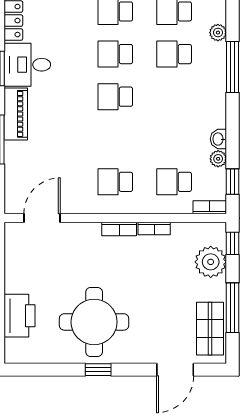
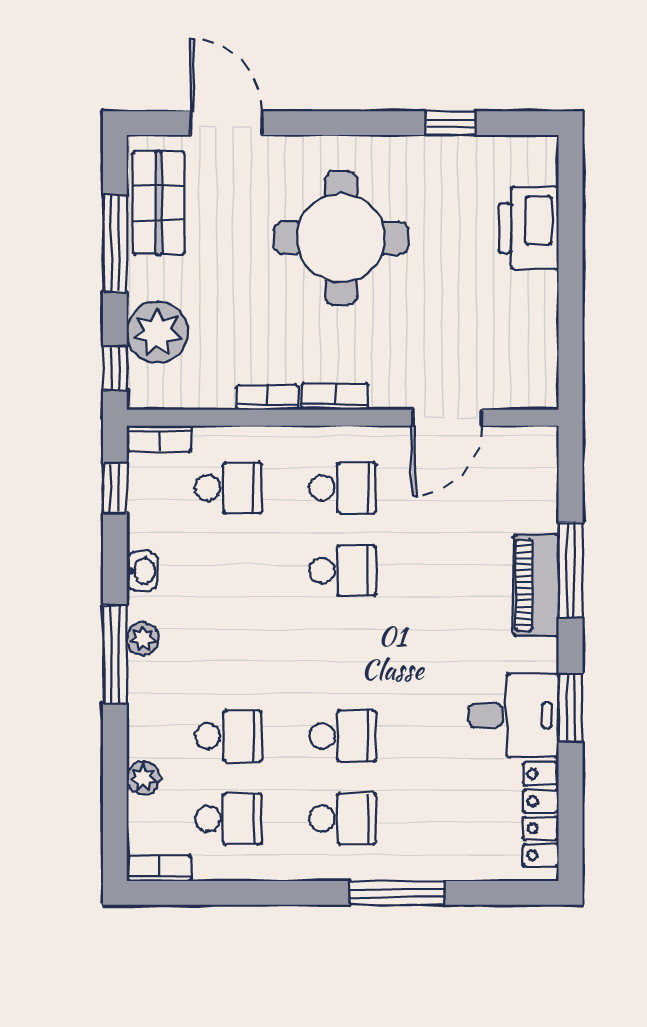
window: (233, 67) -> (115, 654), moved
school desk: (115, 97) -> (343, 571), moved
piano: (16, 114) -> (536, 585), moved
plant: (218, 159) -> (143, 638), moved
door: (42, 218) -> (447, 418), moved
round table: (94, 322) -> (341, 238), moved
window: (98, 370) -> (451, 123), moved
door: (175, 370) -> (226, 123), hinge flipped

